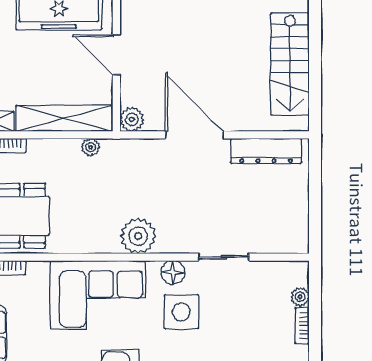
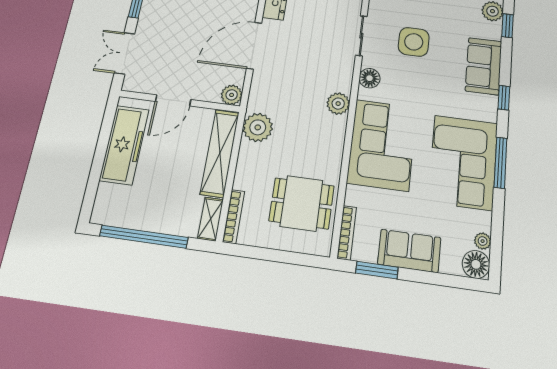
plant: (91, 147) -> (258, 127), width x1.87, depth x1.87
plant: (138, 236) -> (338, 104), width x0.73, depth x0.73
side table: (181, 312) -> (414, 42), moved

